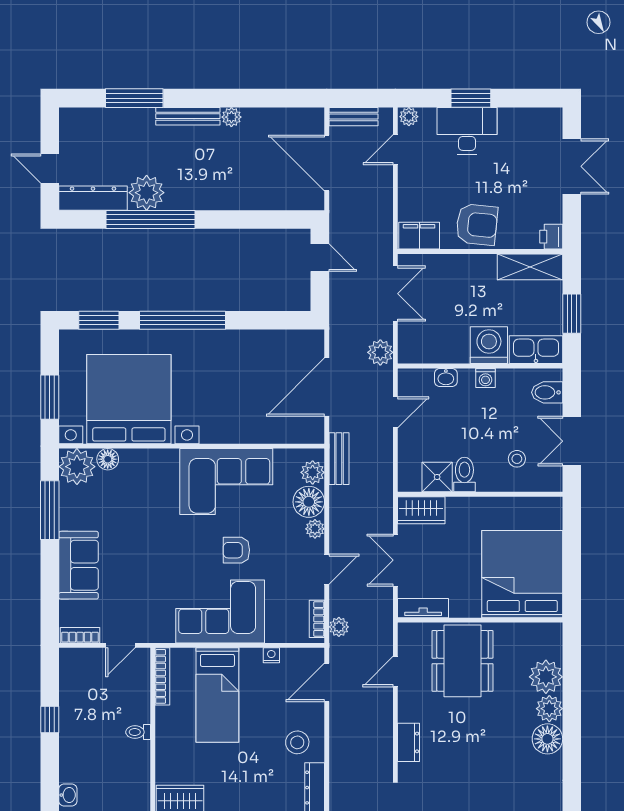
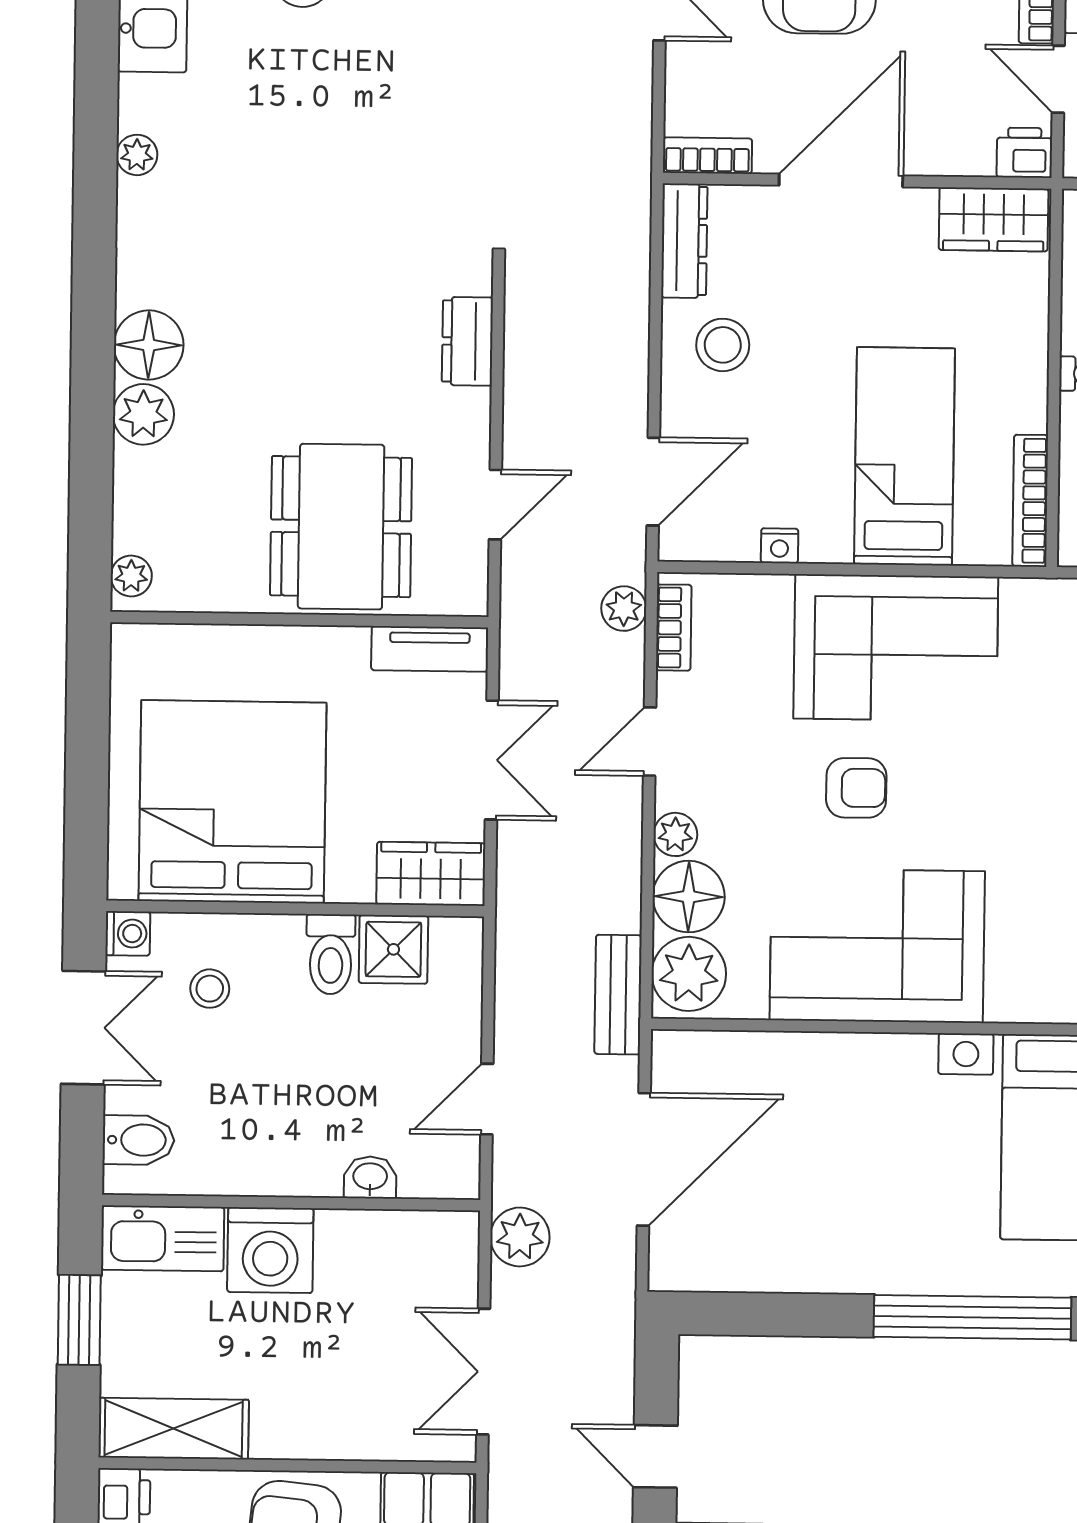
washing machine: (485, 378) -> (128, 933), moved, turned 90
plant: (313, 472) -> (689, 974), width x1.36, depth x1.36
bed: (522, 574) -> (232, 802), moved, turned 180
plant: (546, 677) -> (131, 576), moved, width x0.53, depth x0.53

